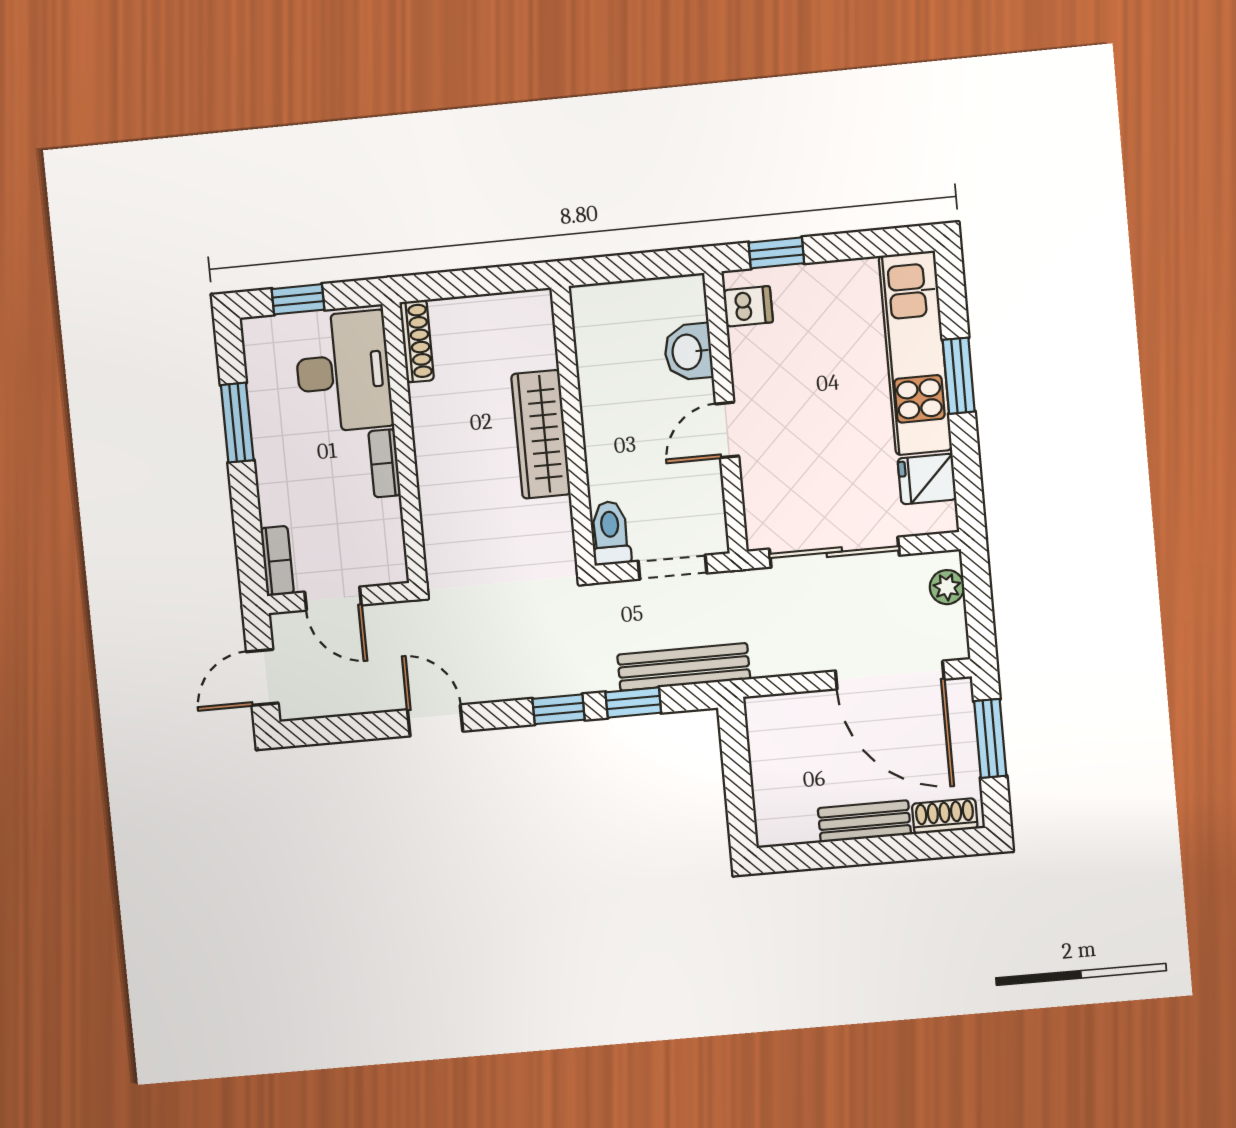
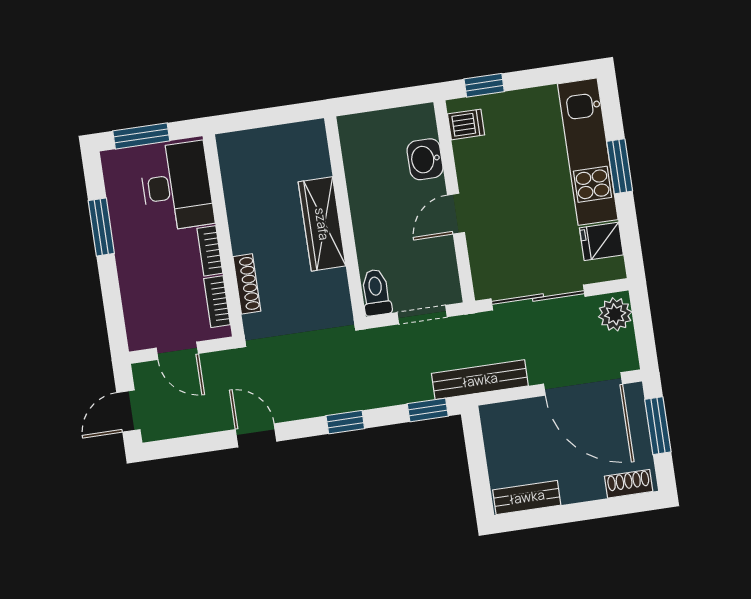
window: (298, 299) -> (141, 136), width x1.50
shoe rack: (417, 341) -> (247, 284), moved
bookcase: (277, 561) -> (217, 302), moved, turned 180
plant: (947, 587) -> (615, 314), width x1.38, depth x1.38
bench: (684, 667) -> (480, 380), moved
window: (633, 702) -> (428, 410), moved
bench: (864, 821) -> (527, 497), moved

